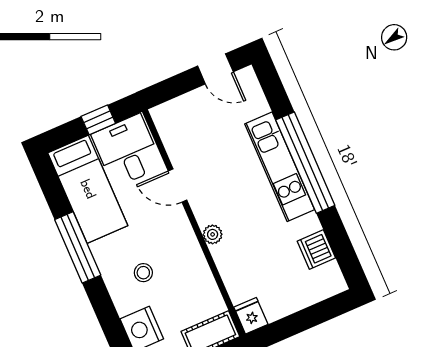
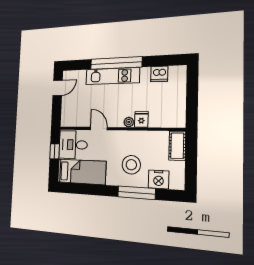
door: (178, 185) -> (99, 129), swing flipped
window: (78, 247) -> (136, 193), moved
stool: (143, 273) -> (131, 165), width x1.89, depth x1.89
fridge: (251, 316) -> (141, 119), moved, turned 90

